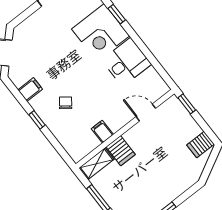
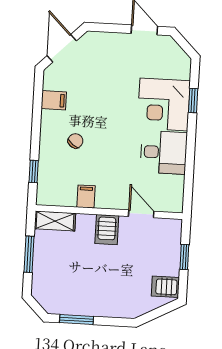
window: (187, 104) -> (184, 257), moved
window: (37, 120) -> (34, 172), moved
server rack: (121, 151) -> (107, 230), moved

